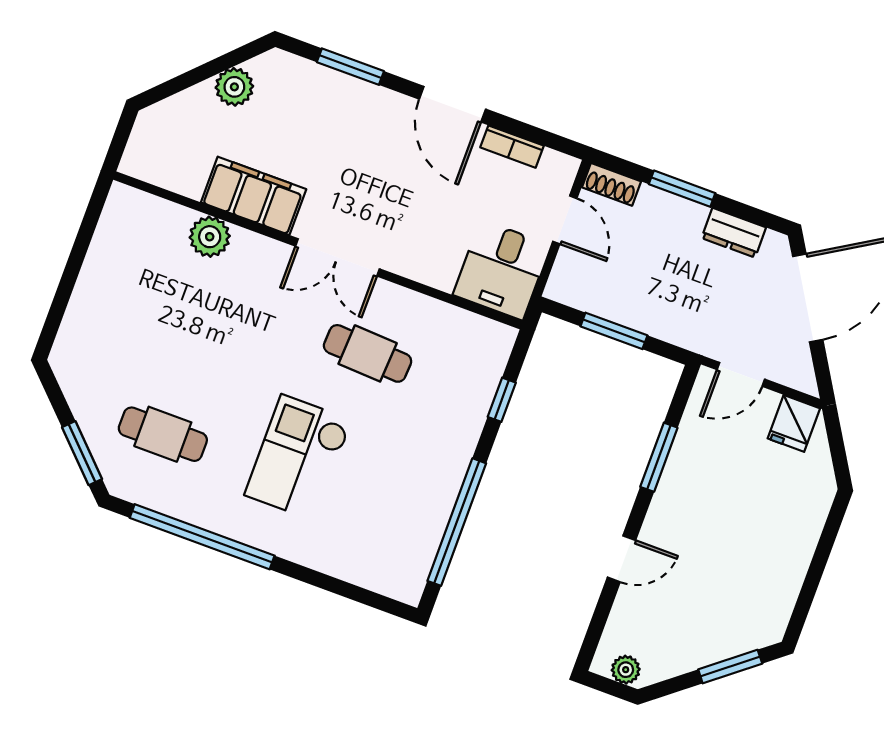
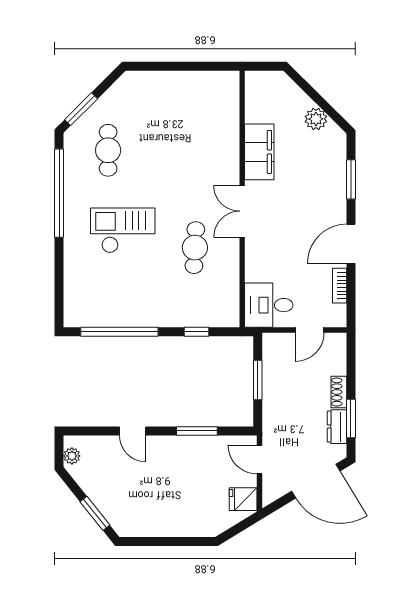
shoe rack: (611, 184) -> (339, 392), moved
window: (682, 189) -> (351, 419), moved
plant: (210, 237) -> (227, 136), removed

